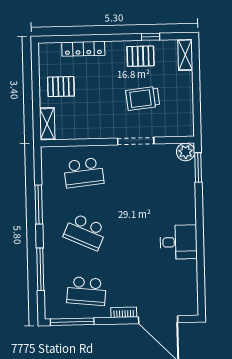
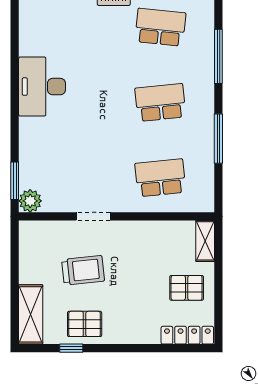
locker: (83, 49) -> (187, 335), moved
shelving: (185, 55) -> (31, 314), width x1.50, depth x1.33
doorway: (136, 141) -> (93, 216), width x0.73
school desk: (85, 232) -> (160, 102), turned -30
desk: (179, 242) -> (42, 87), width x1.37

